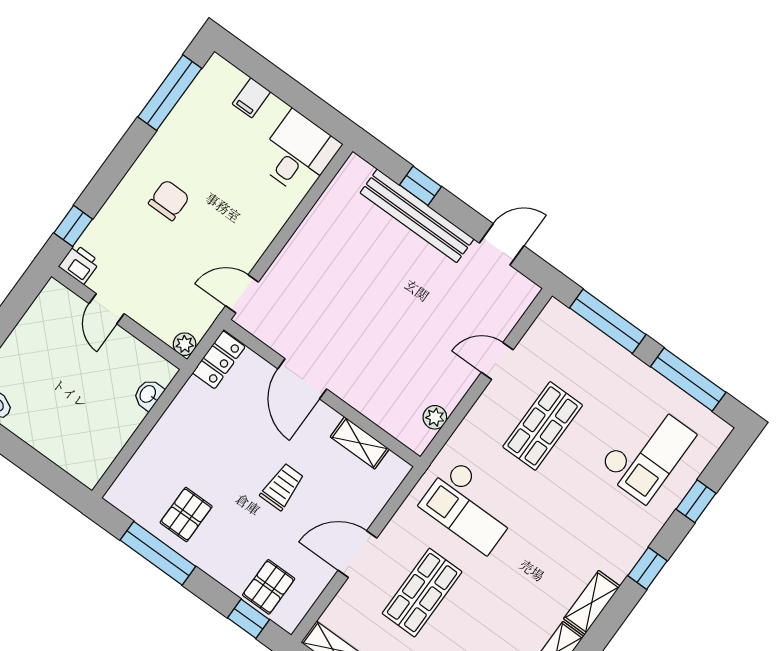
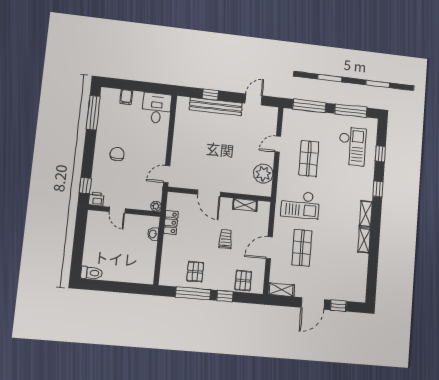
locker: (219, 360) -> (171, 223), moved
plant: (435, 417) -> (263, 174), width x1.88, depth x1.88
window: (248, 619) -> (225, 296), moved

